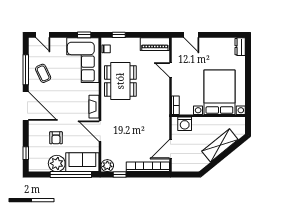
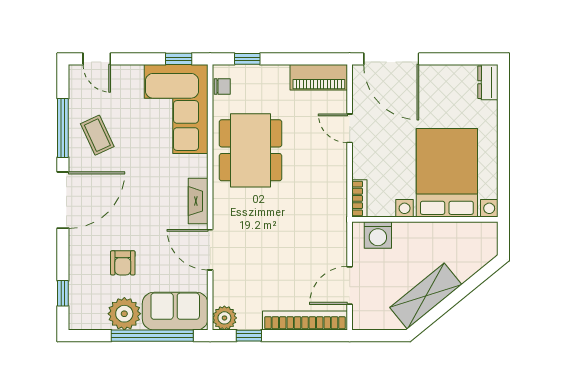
door: (191, 35) -> (391, 59), width x1.88
door: (26, 106) -> (63, 200), hinge flipped
shelving: (220, 145) -> (426, 296), moved

